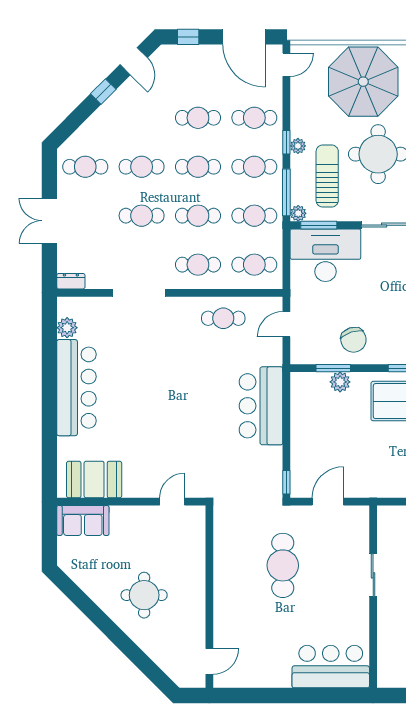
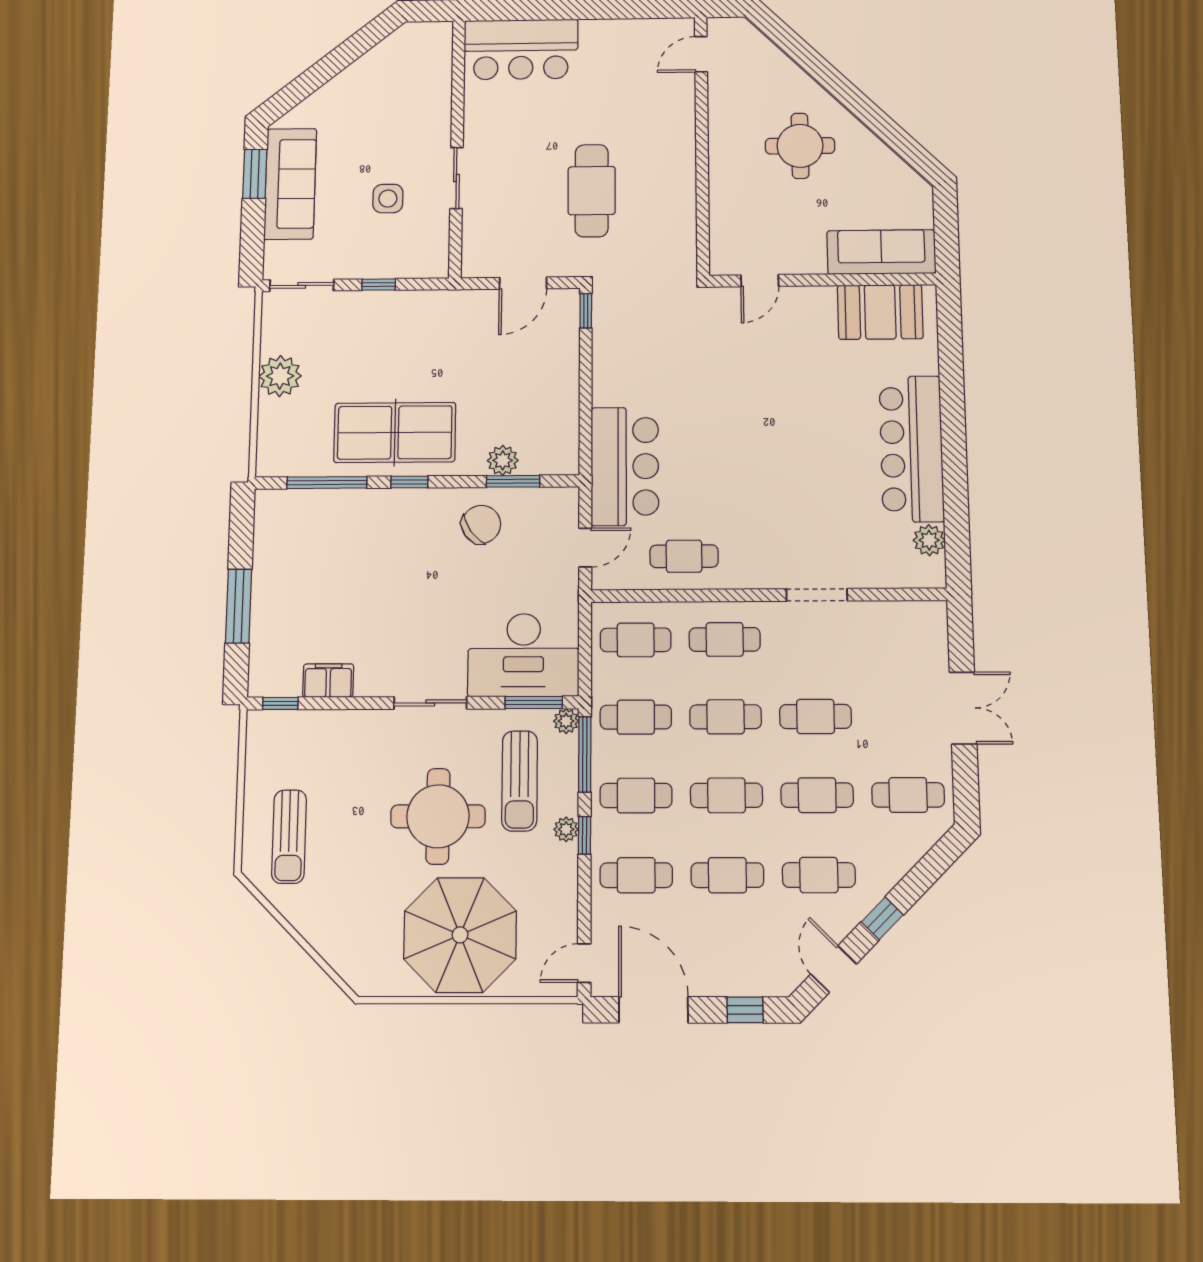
cafe table: (142, 118) -> (819, 875), added
dresser: (71, 281) -> (925, 613), removed
doorway: (139, 293) -> (817, 595), width x0.73
chair: (353, 340) -> (481, 524), turned 72
bar counter: (261, 406) -> (625, 466), moved
sofa: (83, 520) -> (881, 252), width x1.36

